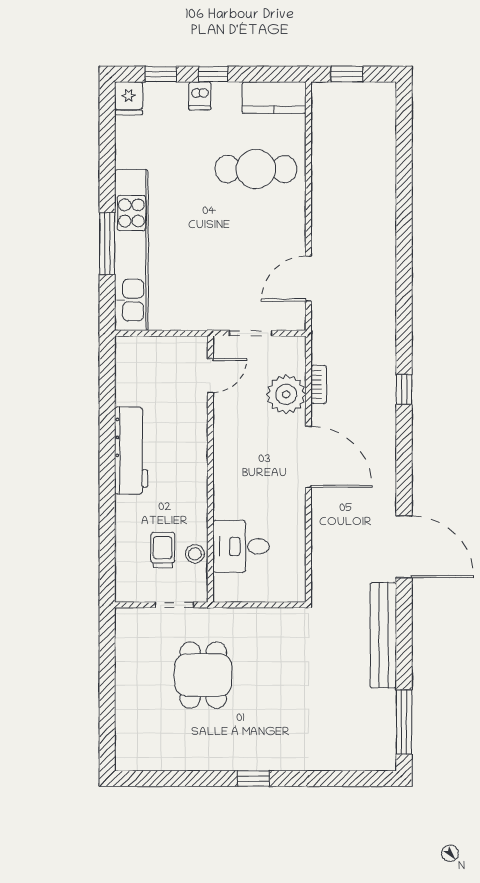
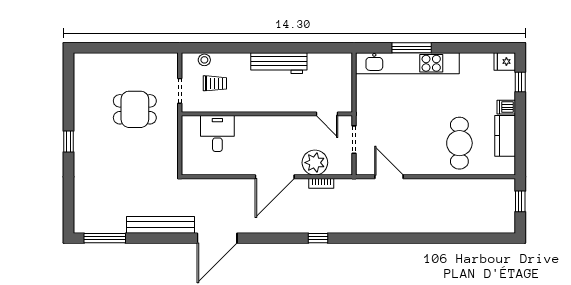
window: (213, 74) -> (520, 116), removed
kitchen counter: (274, 98) -> (505, 136), moved
stool: (195, 554) -> (204, 60), moved

